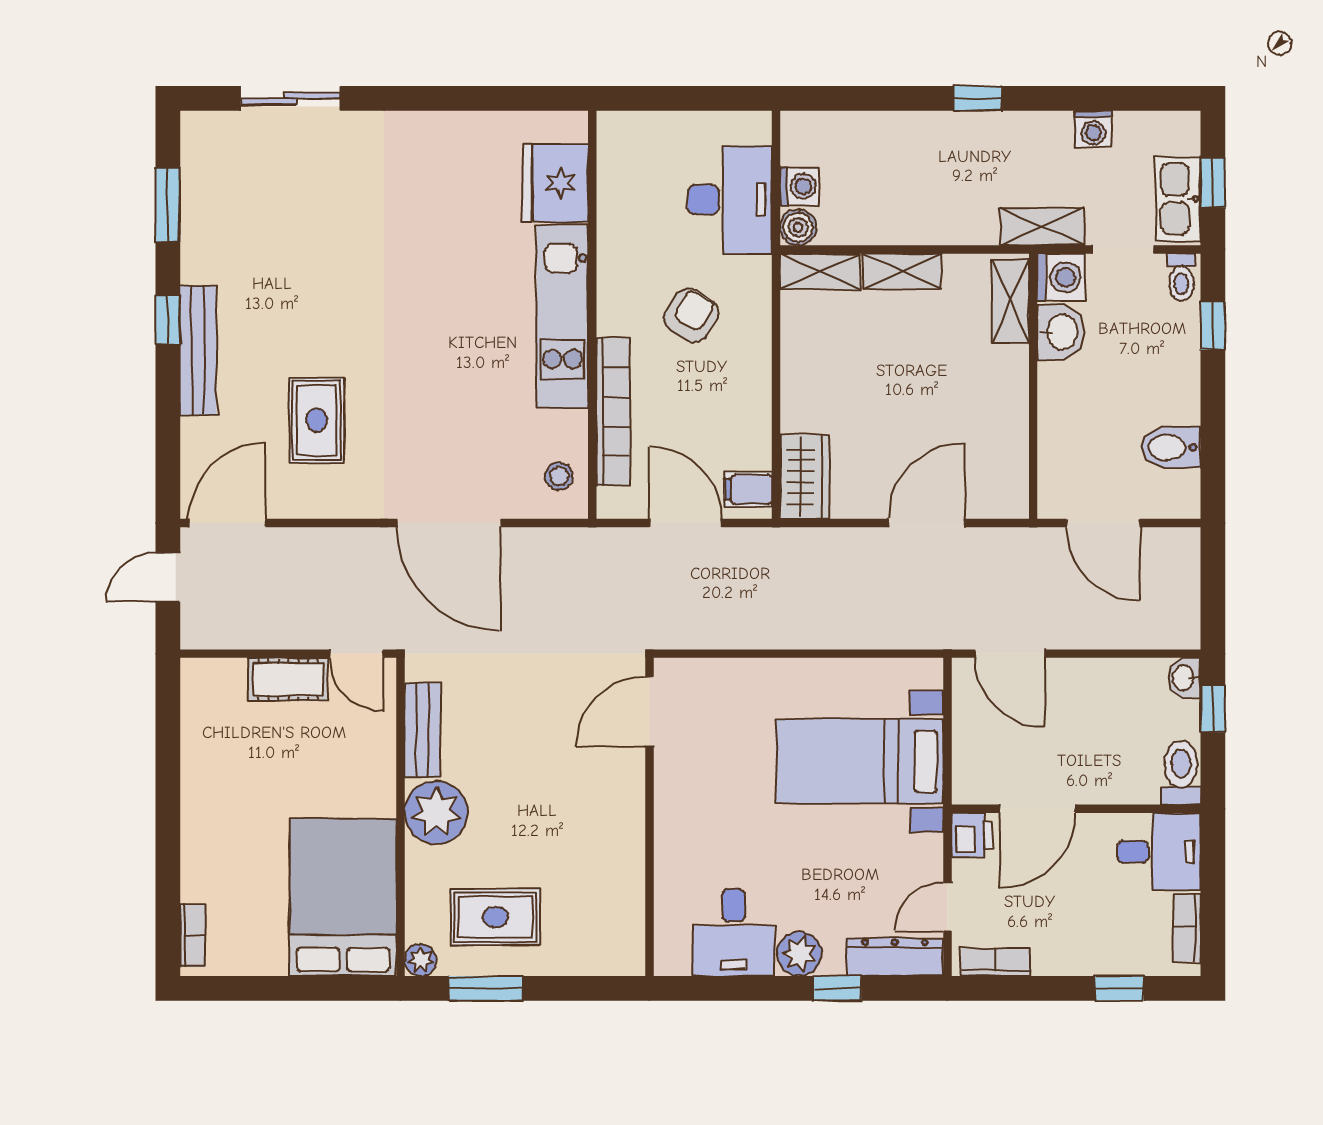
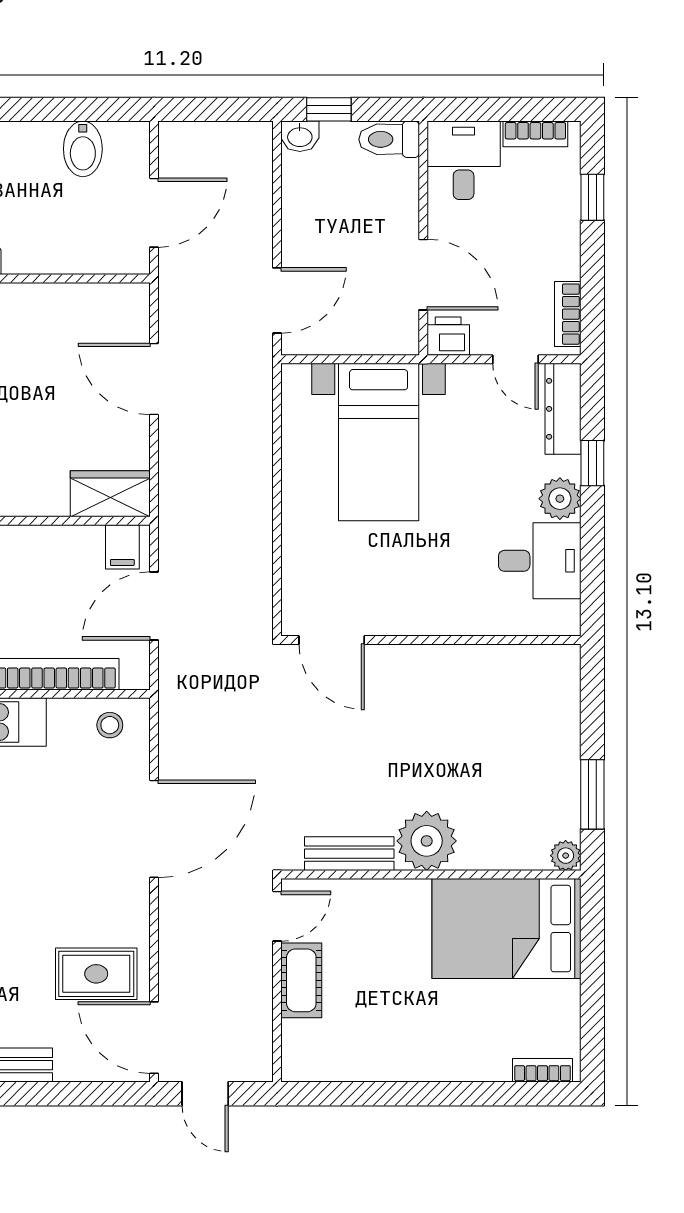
rug: (317, 420) -> (96, 974), moved
rug: (495, 917) -> (525, 785), removed

